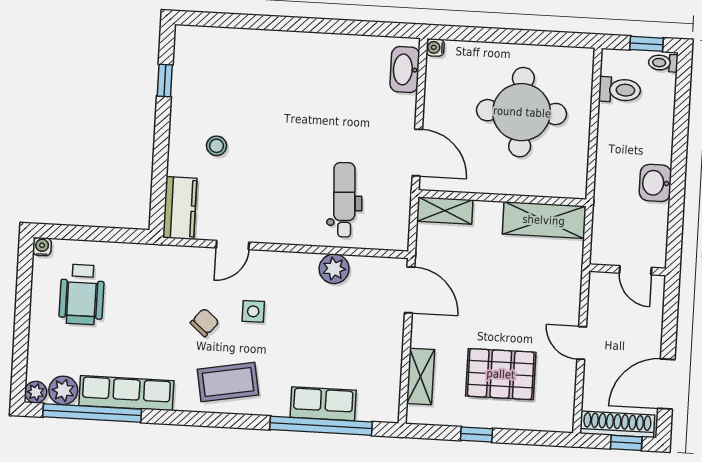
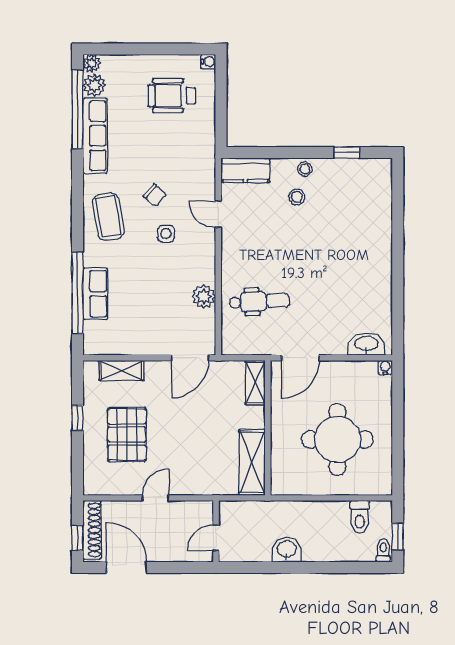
stool: (182, 134) -> (305, 169), added

